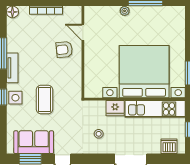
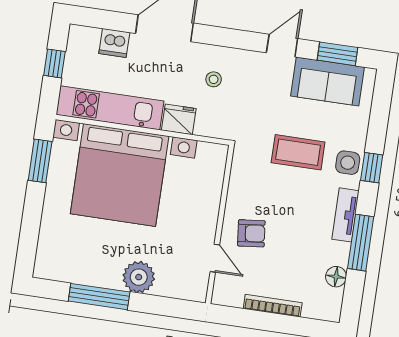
plant: (125, 11) -> (139, 277), width x1.87, depth x1.87
floor lamp: (12, 12) -> (336, 277), moved
coffee table: (45, 99) -> (298, 152), turned 90
dishwasher: (169, 146) -> (114, 43), moved

